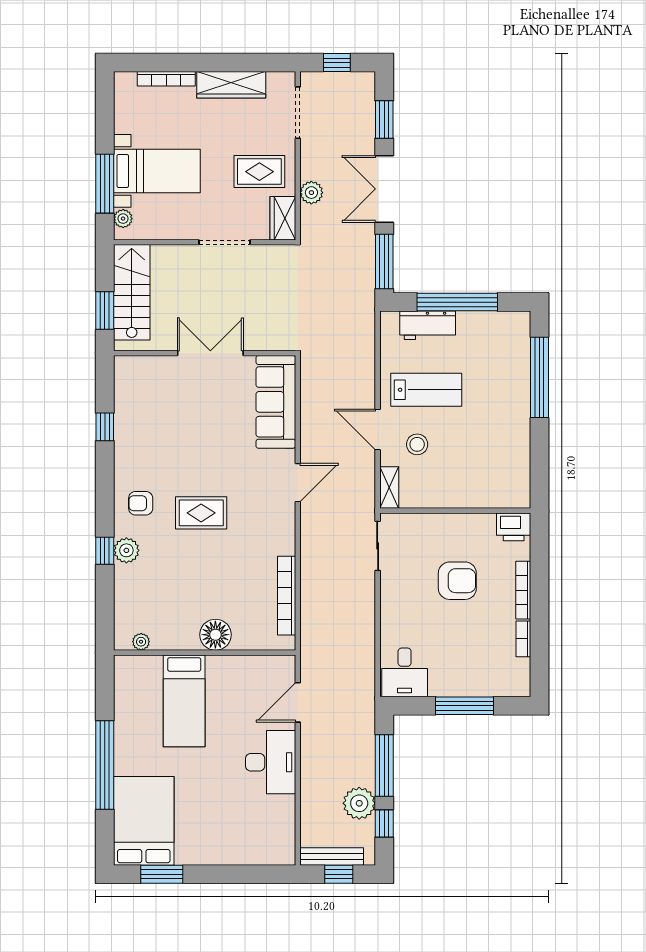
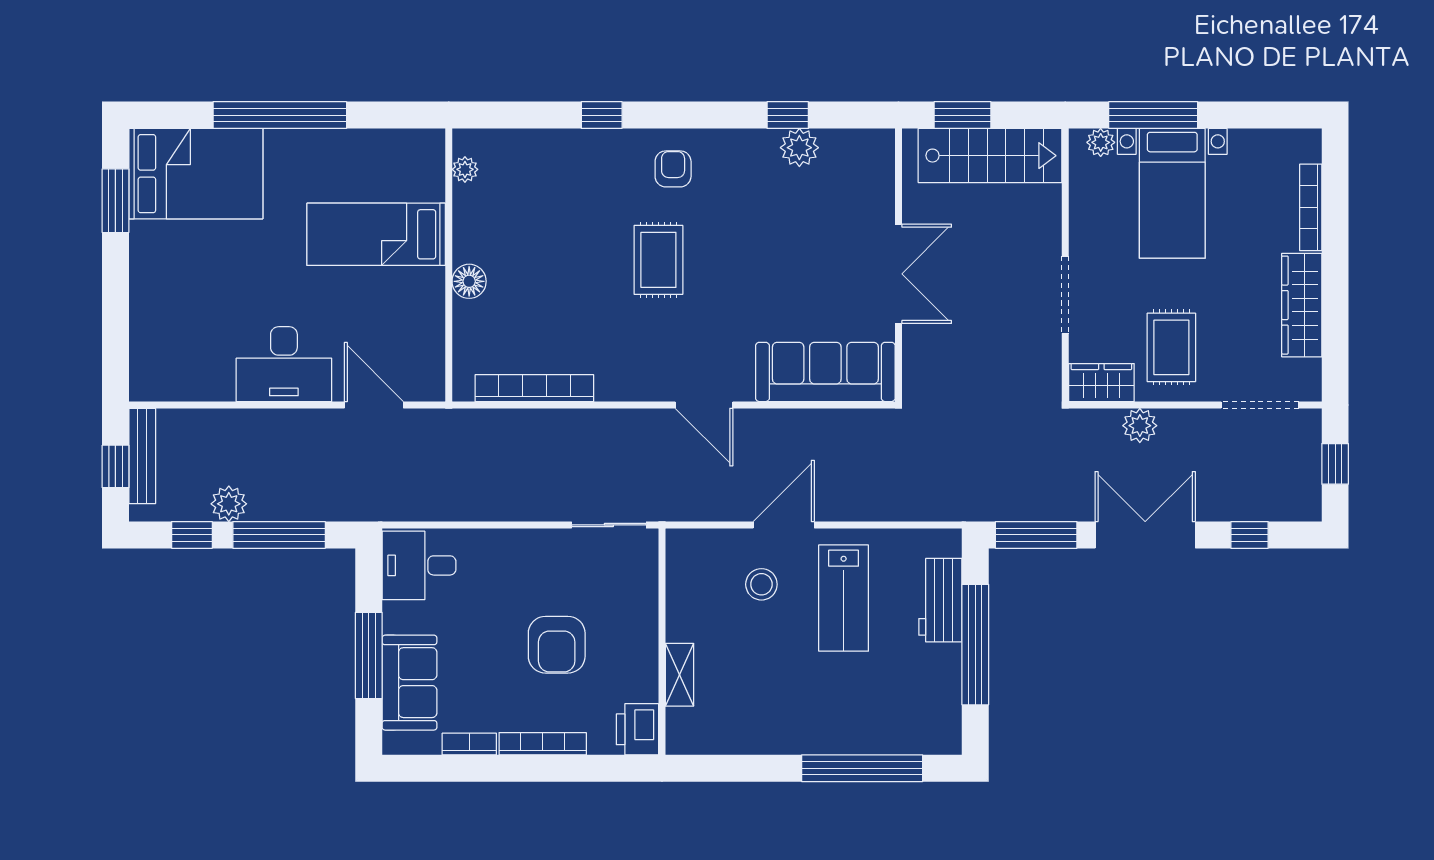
window: (384, 119) -> (1250, 535), width x0.67
shelving: (389, 487) -> (679, 675), moved, turned 90
plant: (126, 550) -> (799, 148), moved
floor lamp: (215, 635) -> (469, 281), width x0.73, depth x0.73
sofa: (483, 679) -> (409, 683), added
plant: (359, 803) -> (229, 504), width x0.73, depth x0.73

